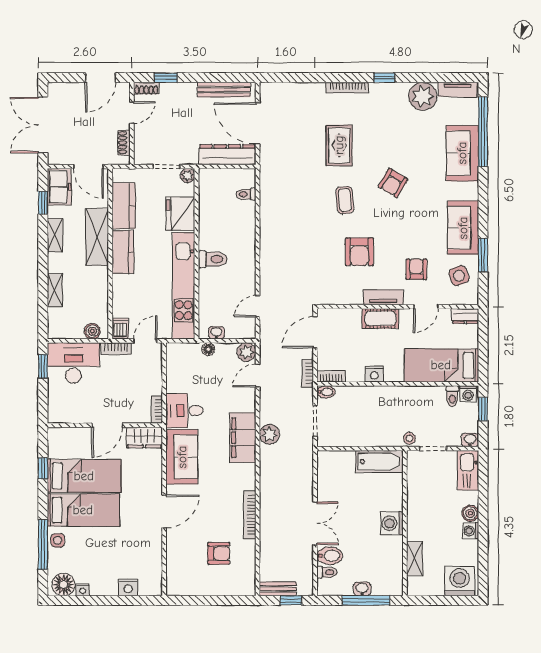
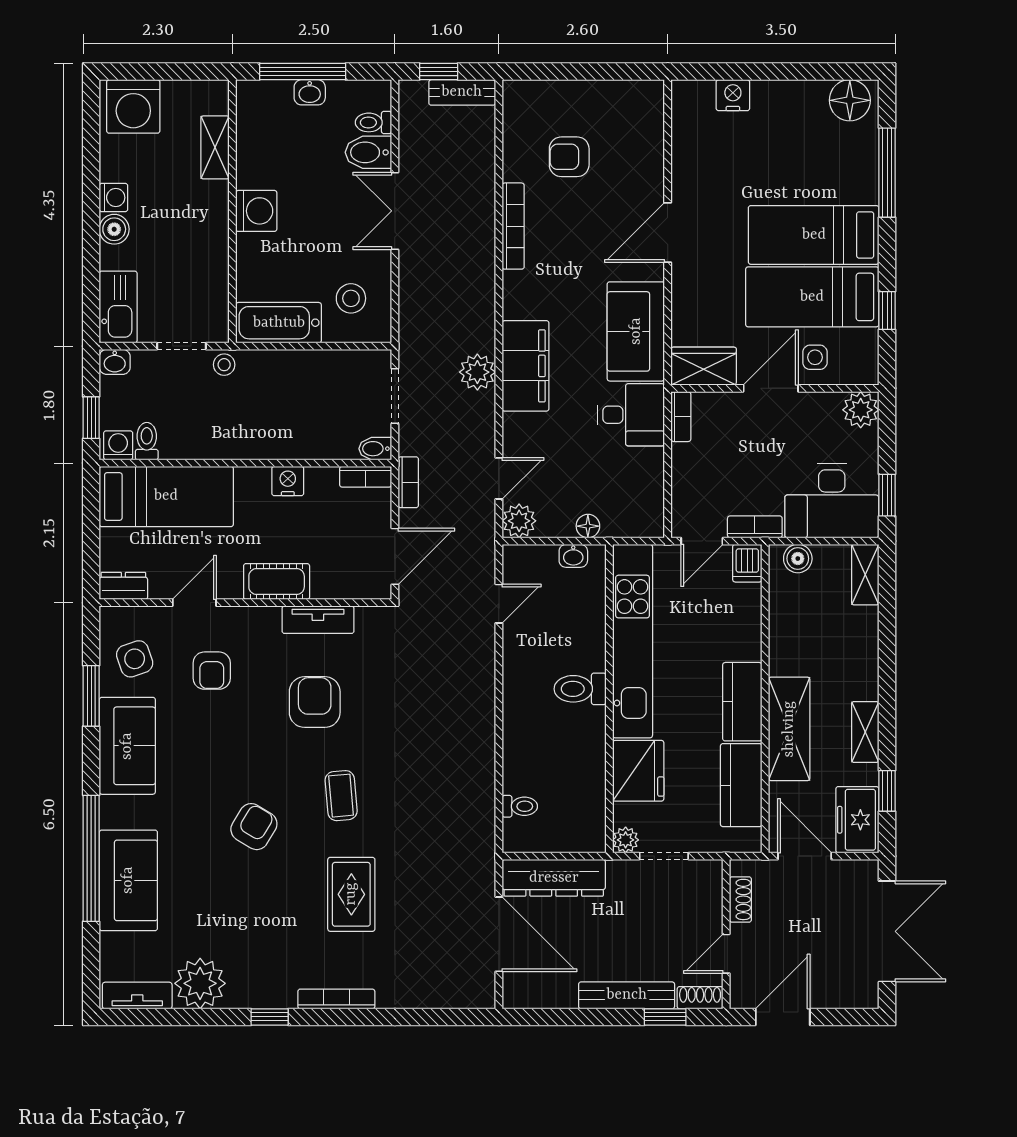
bench: (224, 90) -> (627, 995), moved
window: (483, 132) -> (91, 858), moved
shelving: (55, 290) -> (865, 575), moved
tv unit: (383, 297) -> (318, 620), moved
plant: (57, 413) -> (861, 410), added
stool: (339, 475) -> (351, 298), added
side table: (58, 540) -> (815, 357), moved
nightstand: (83, 590) -> (815, 91), removed

